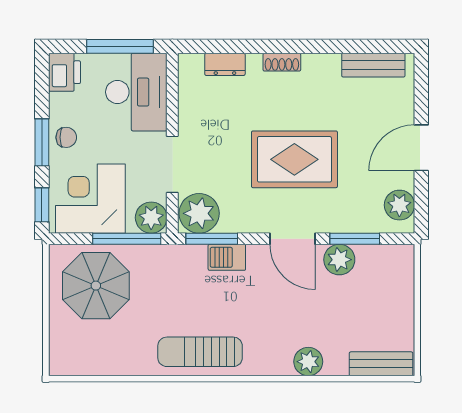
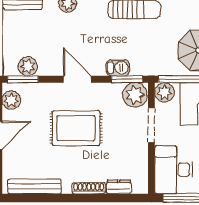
shoe rack: (282, 62) -> (89, 188), width x1.43
bench: (373, 65) -> (34, 186), width x1.36
window: (355, 239) -> (23, 79), moved
plant: (339, 260) -> (28, 66), moved

